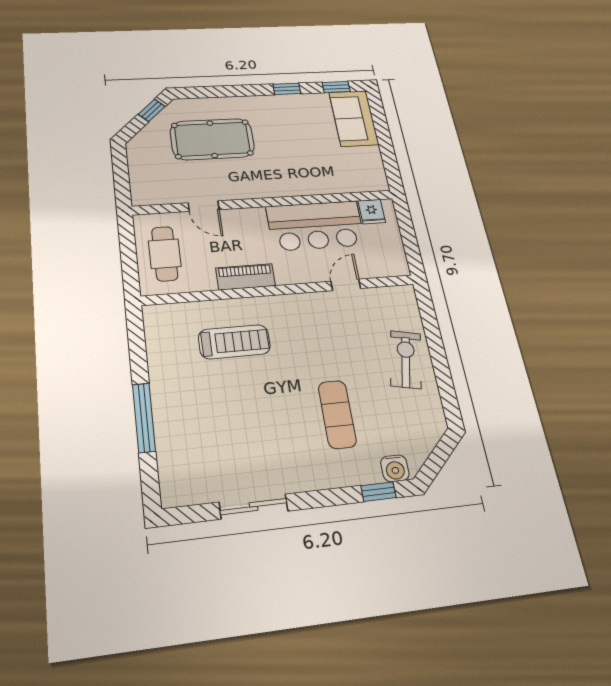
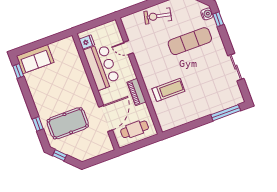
window: (287, 89) -> (38, 124), moved
pool table: (212, 139) -> (68, 123), turned 90
door: (204, 206) -> (106, 119), width x1.88
treadmill: (234, 342) -> (168, 90), turned 90
exercise mat: (337, 414) -> (190, 41), width x1.36, depth x1.45
window: (144, 418) -> (226, 113), moved

